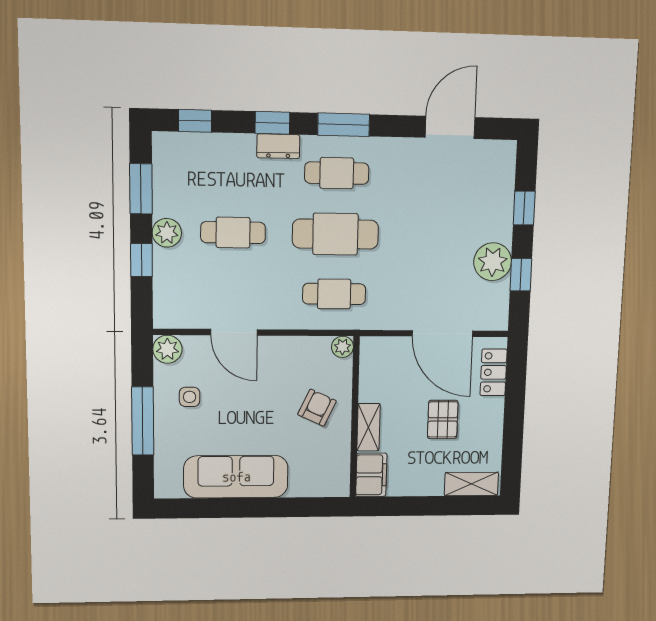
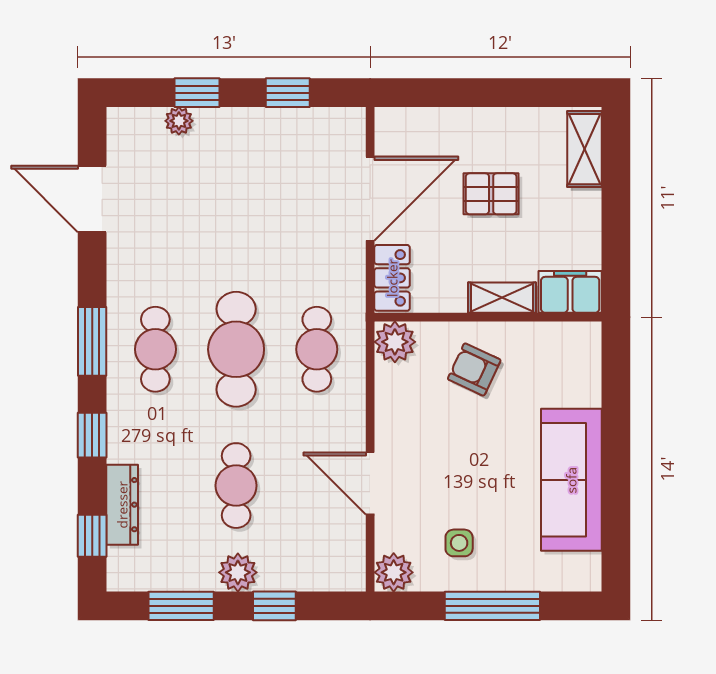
dresser: (278, 146) -> (122, 505), moved, width x1.44
plant: (493, 262) -> (179, 121), moved, width x0.53, depth x0.53
door: (234, 332) -> (370, 484), swing flipped
plant: (342, 347) -> (395, 342), width x1.38, depth x1.38
locker: (494, 372) -> (392, 278), moved, turned -90

